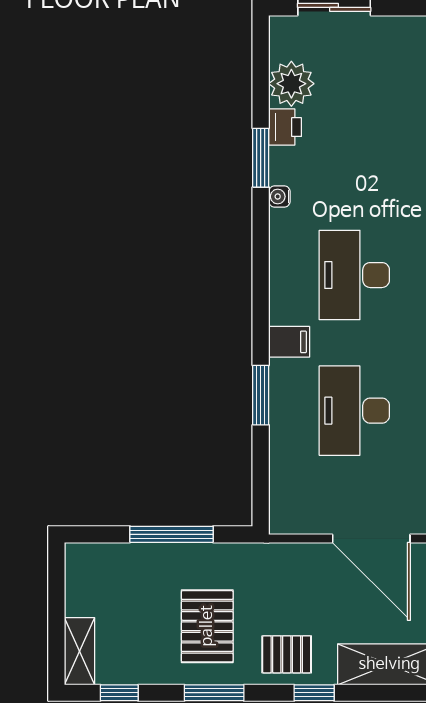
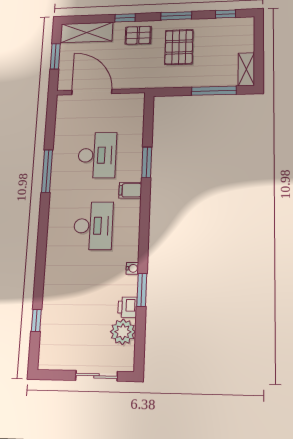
window: (171, 534) -> (214, 91), moved
shelving: (79, 651) -> (246, 69), moved

